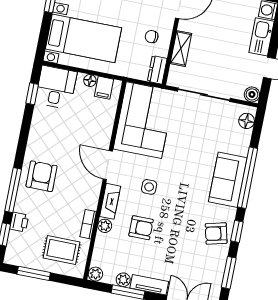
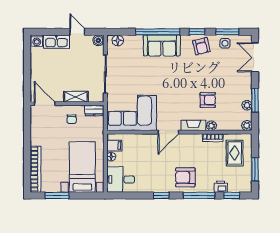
window: (32, 94) -> (161, 195), moved
side table: (149, 187) -> (225, 43), moved
armchair: (141, 228) -> (208, 100), turned 90
tv unit: (149, 285) -> (247, 86), removed

